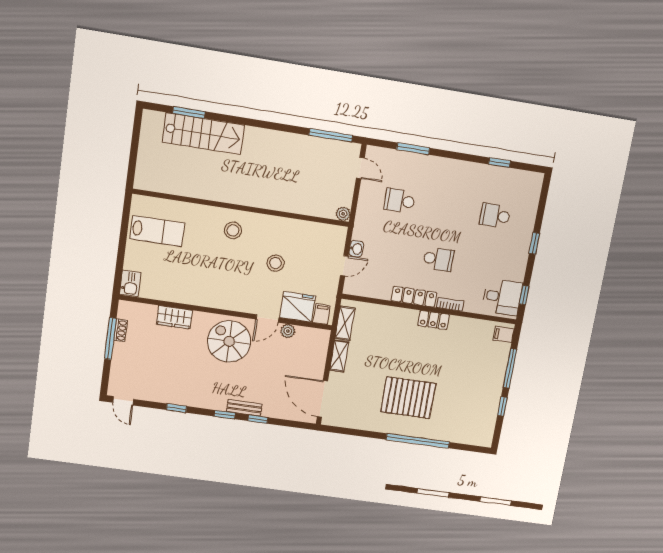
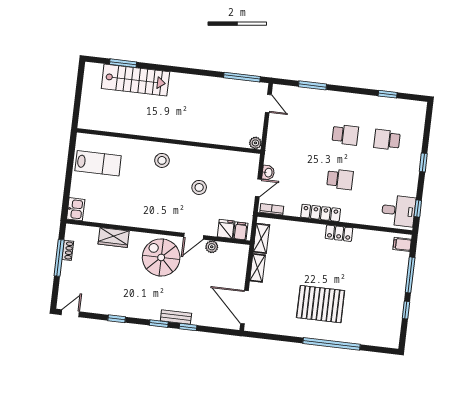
school desk: (400, 201) -> (345, 135), moved, turned 180
bookcase: (450, 304) -> (272, 209), moved
fridge: (298, 307) -> (226, 229), width x0.53, depth x0.75
door: (123, 401) -> (70, 313), swing flipped

